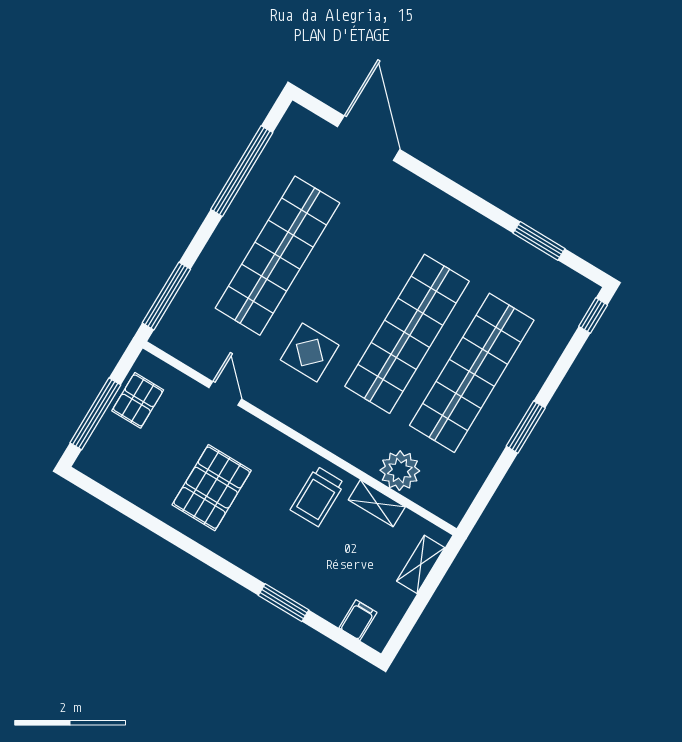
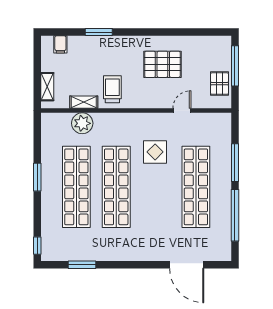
window: (166, 296) -> (235, 163), moved
door: (225, 393) -> (182, 111), swing flipped
pallet: (212, 488) -> (162, 64), turned 90

